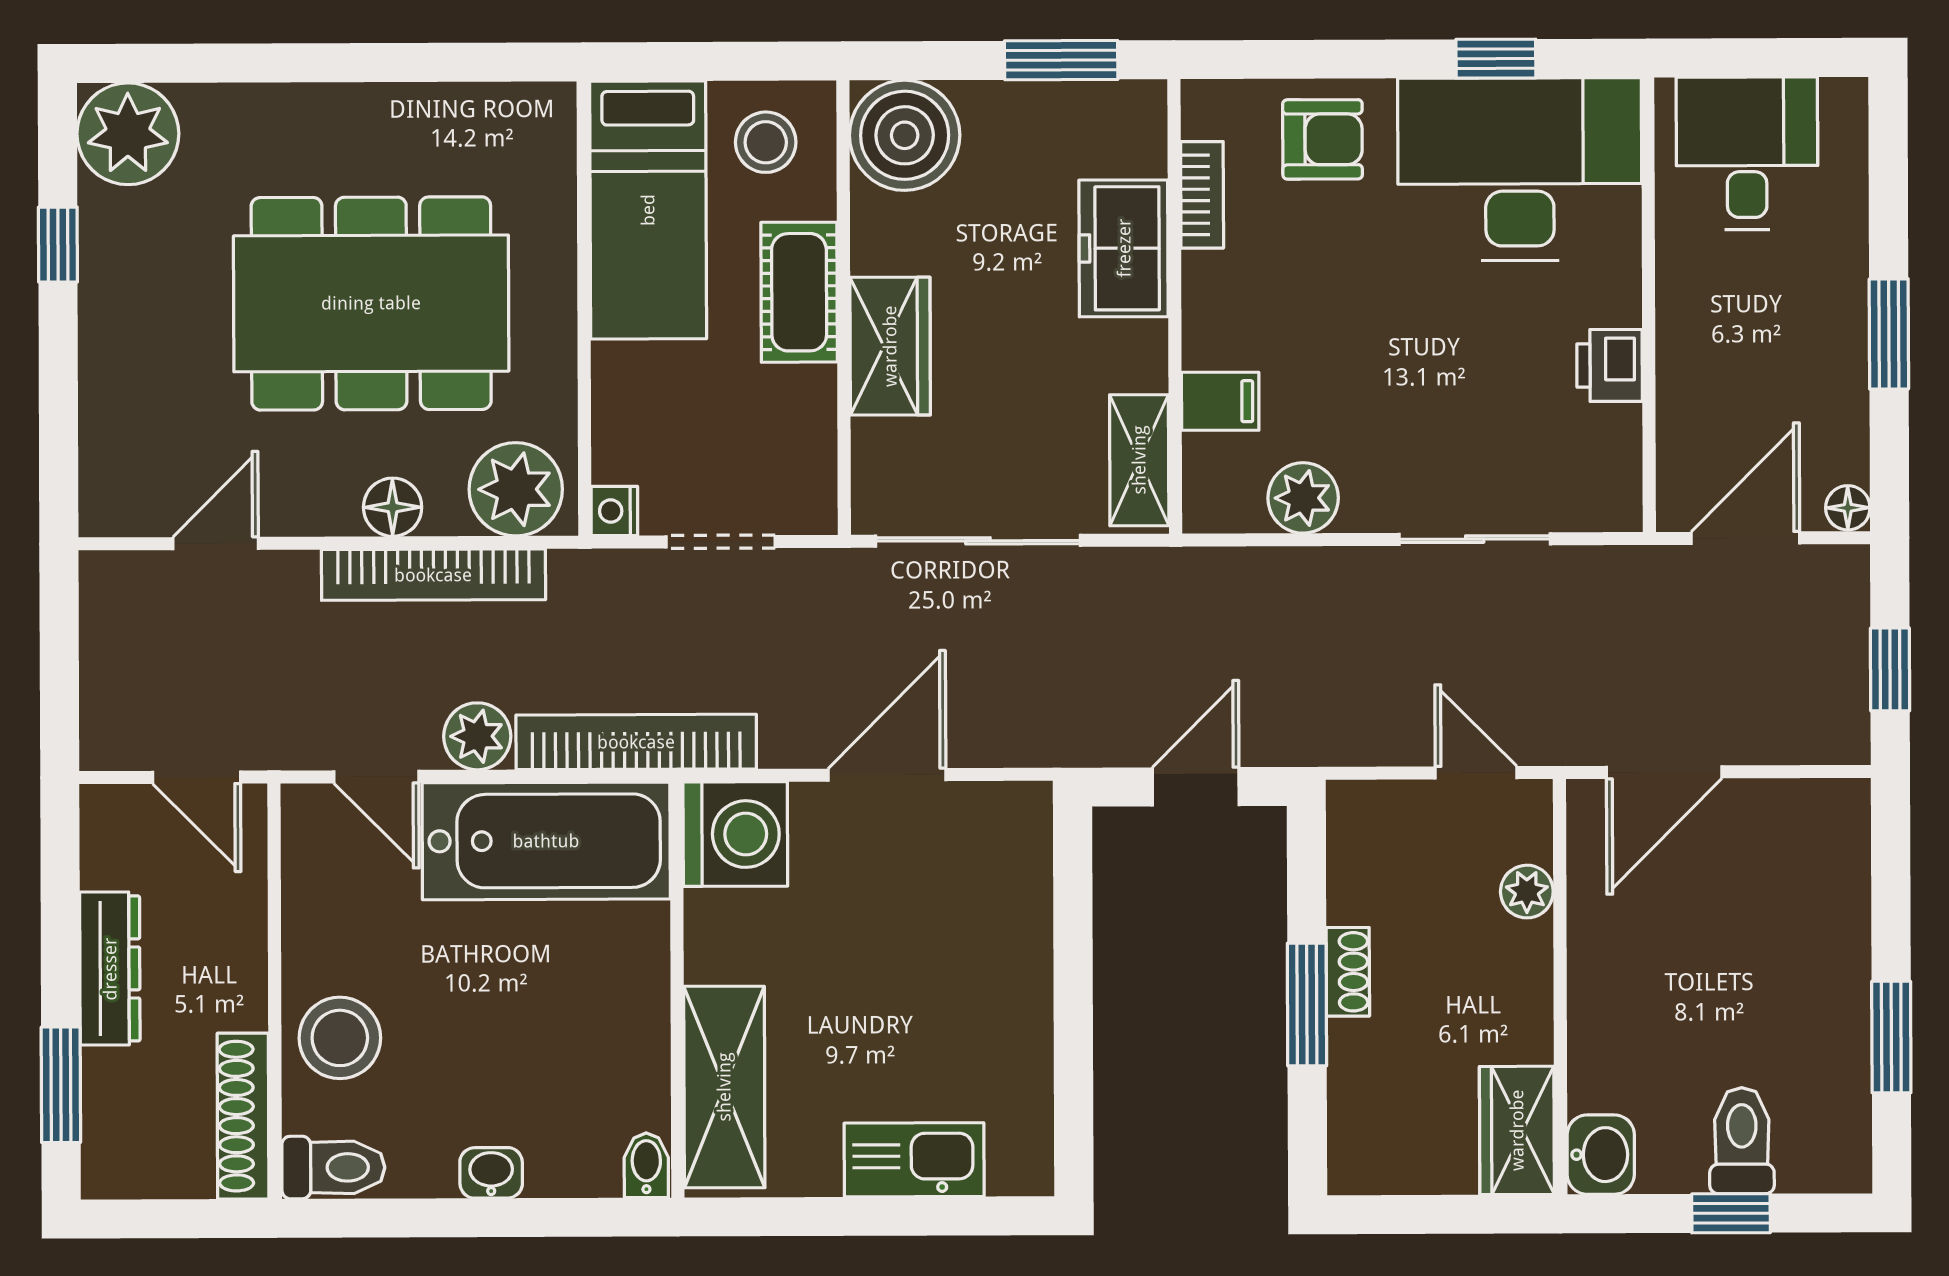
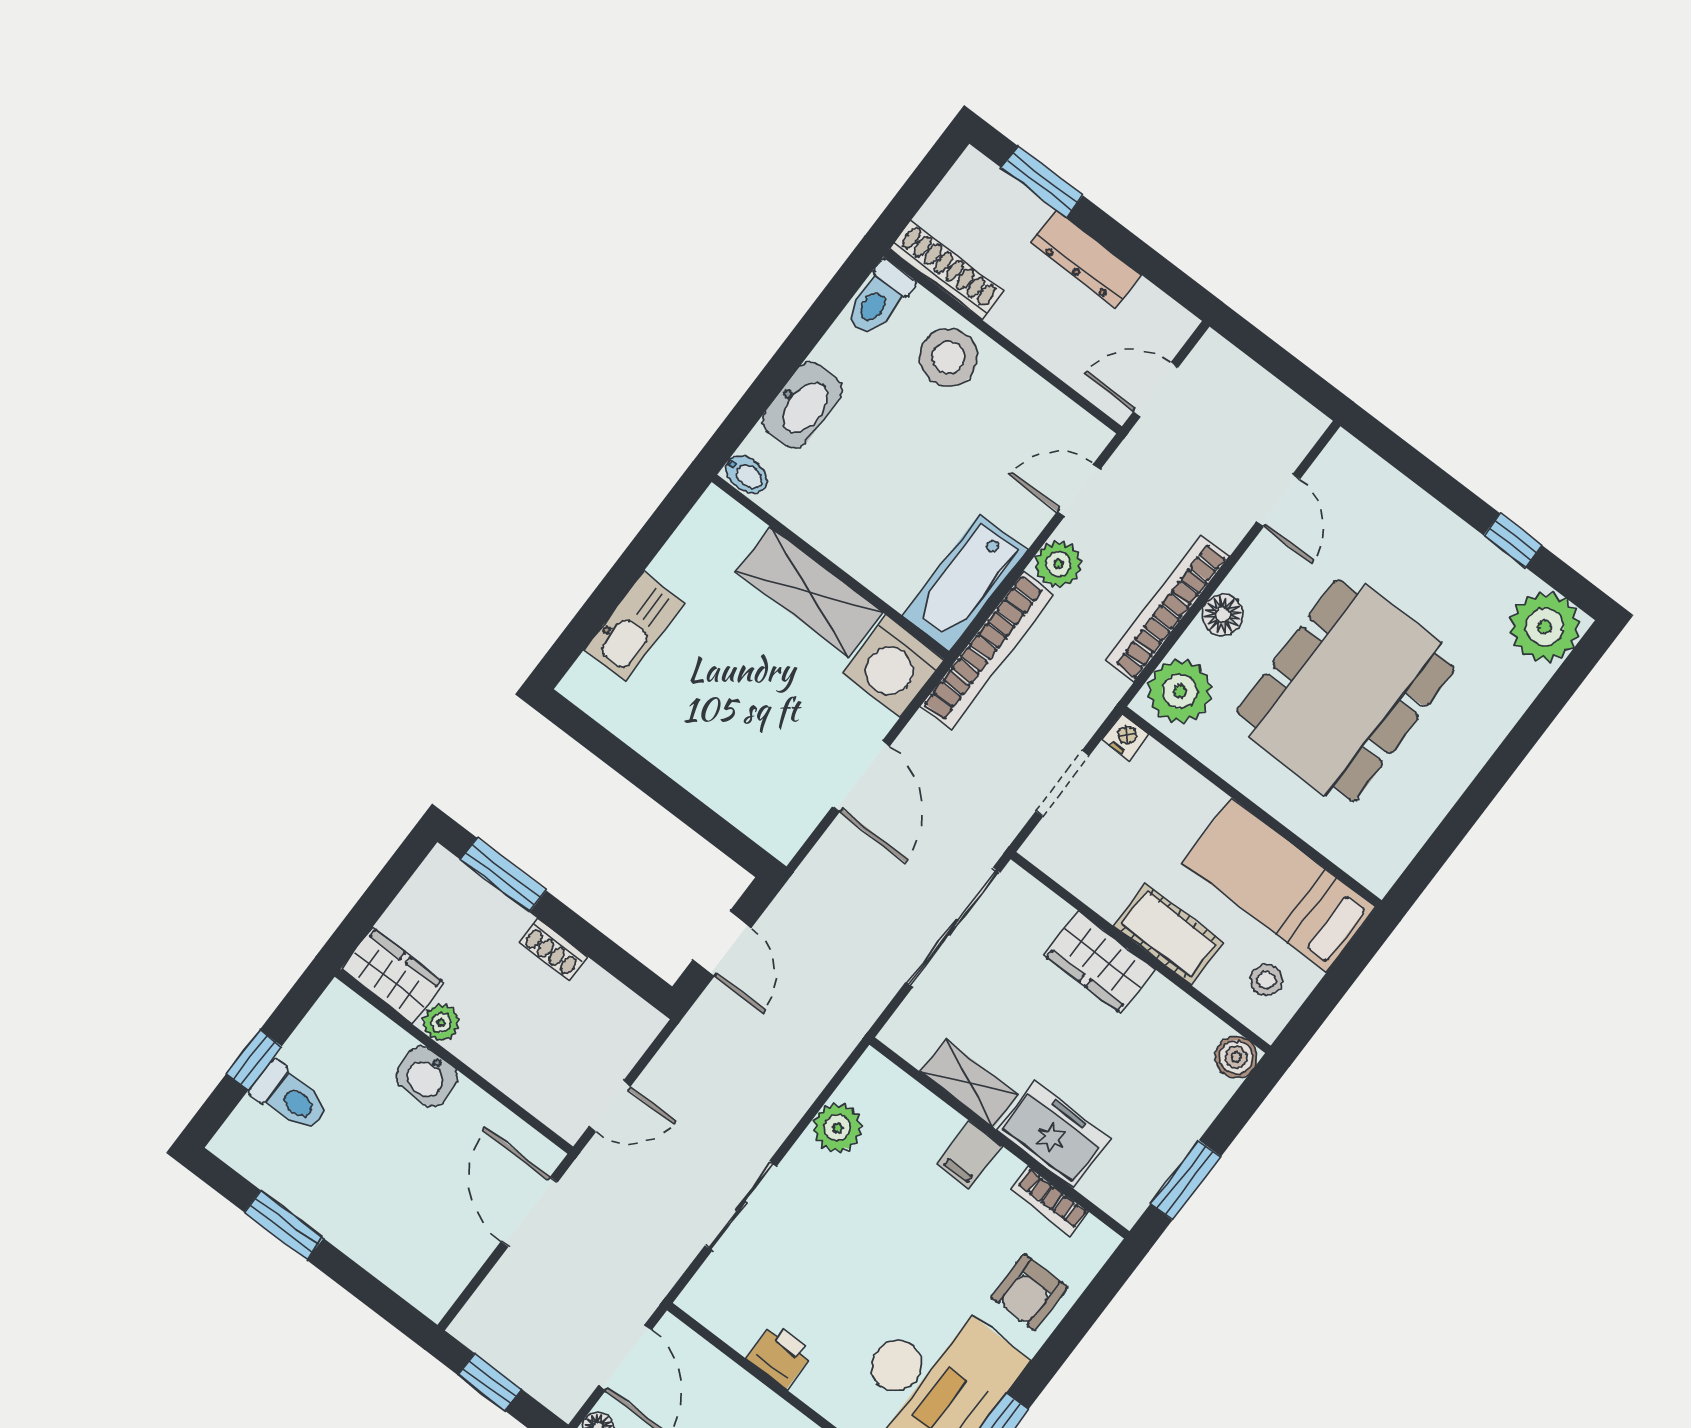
boiler: (905, 135) -> (1236, 1057), width x0.54, depth x0.54
stool: (766, 142) -> (1267, 980), width x0.73, depth x0.73
filing cabinet: (1220, 401) -> (969, 1155), moved
shelving: (1139, 460) -> (969, 1083), moved
bathtub: (546, 841) -> (965, 583), width x0.73, depth x0.73
plant: (1527, 892) -> (441, 1023), moved
window: (1307, 1004) -> (503, 875), moved
shelving: (724, 1087) -> (809, 592), moved
washbasin: (1601, 1155) -> (427, 1076), moved
washbasin: (491, 1173) -> (802, 405), width x1.91, depth x1.45

